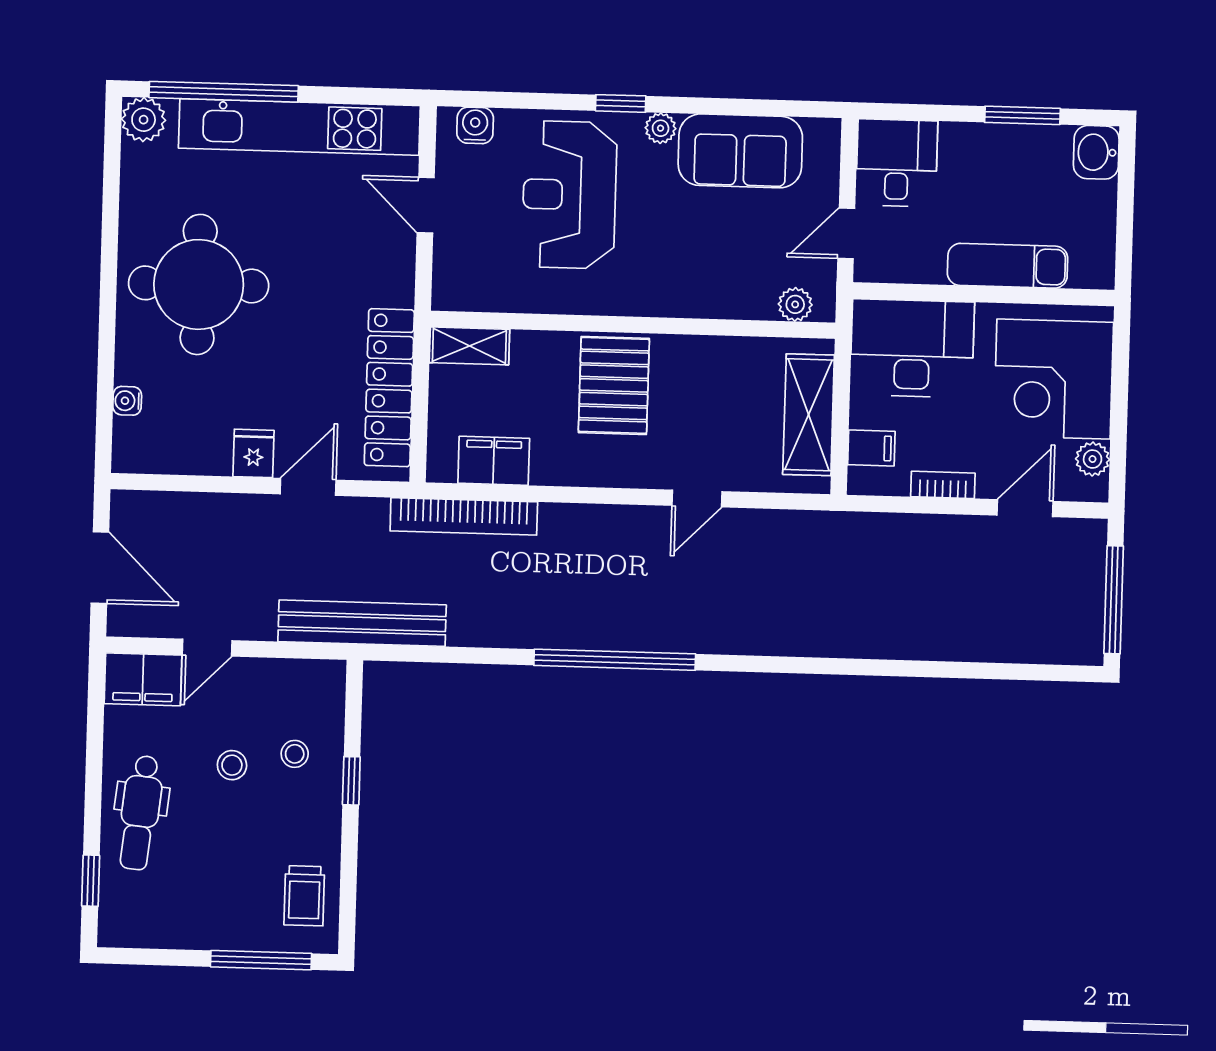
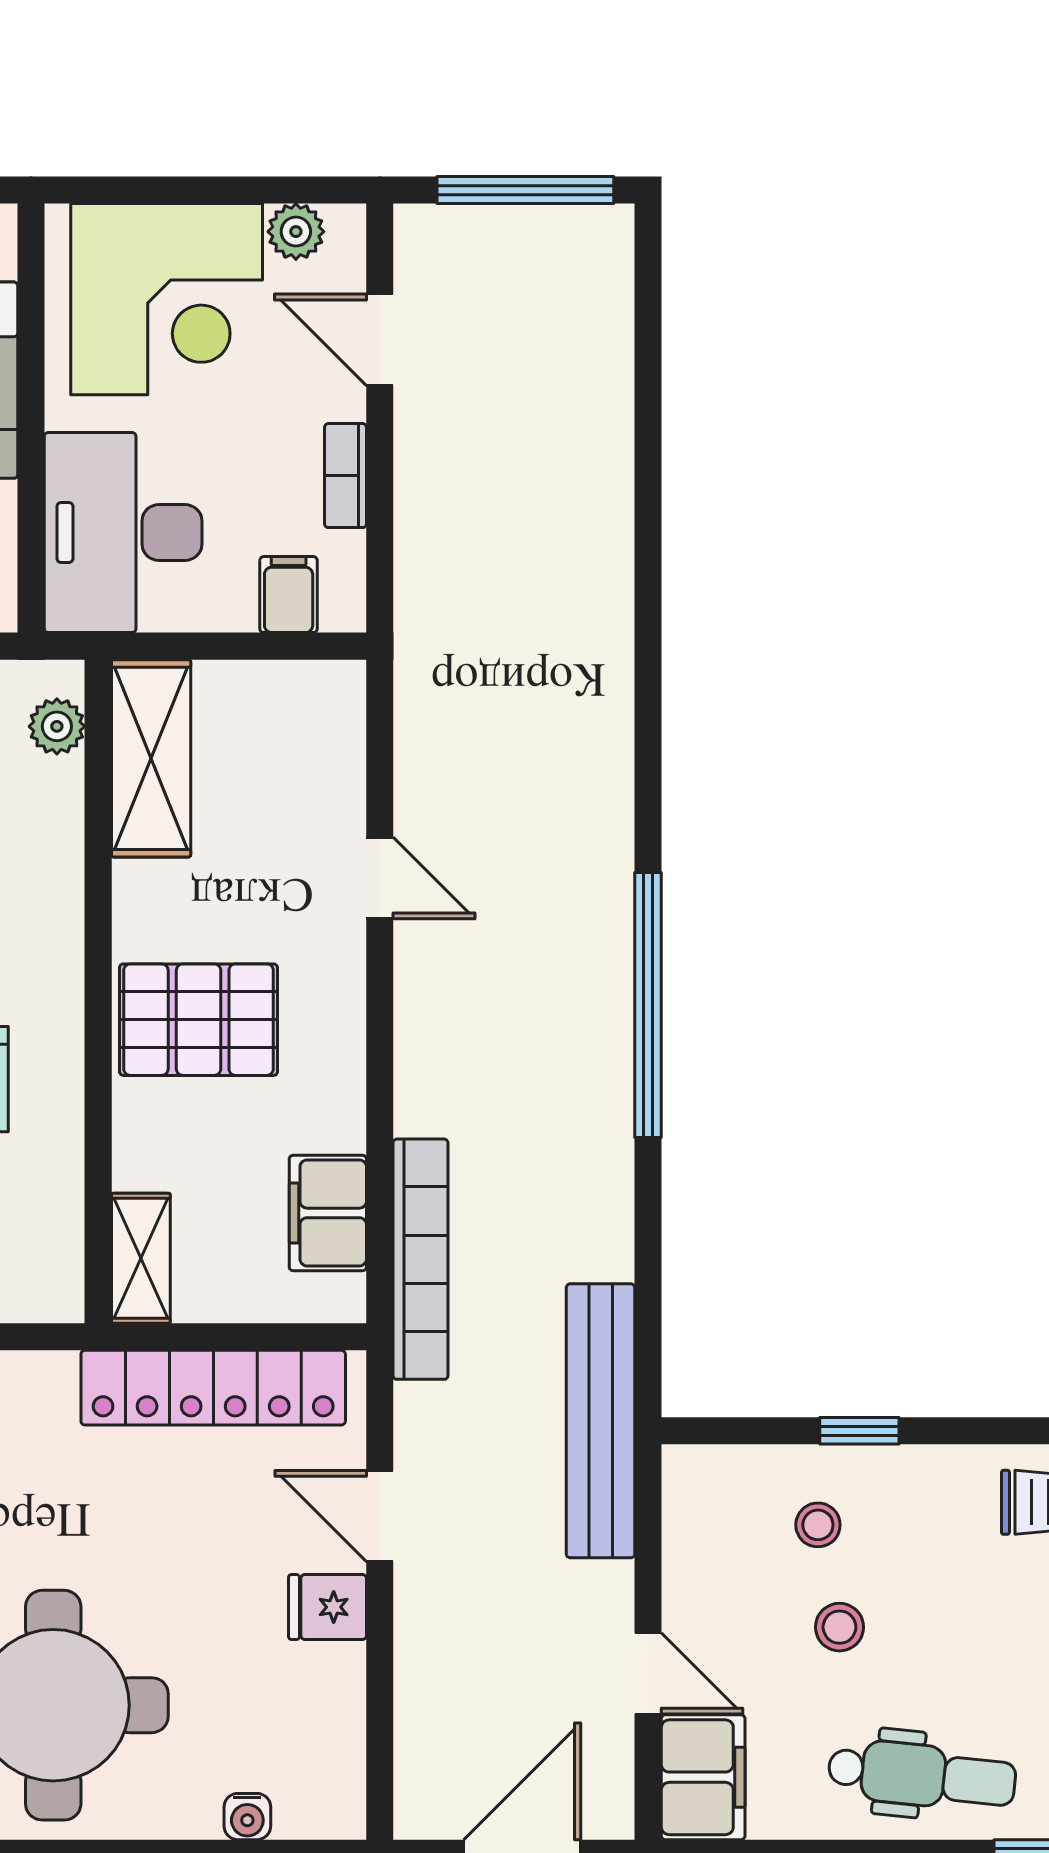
shelving: (809, 415) -> (151, 758), moved, turned 90

